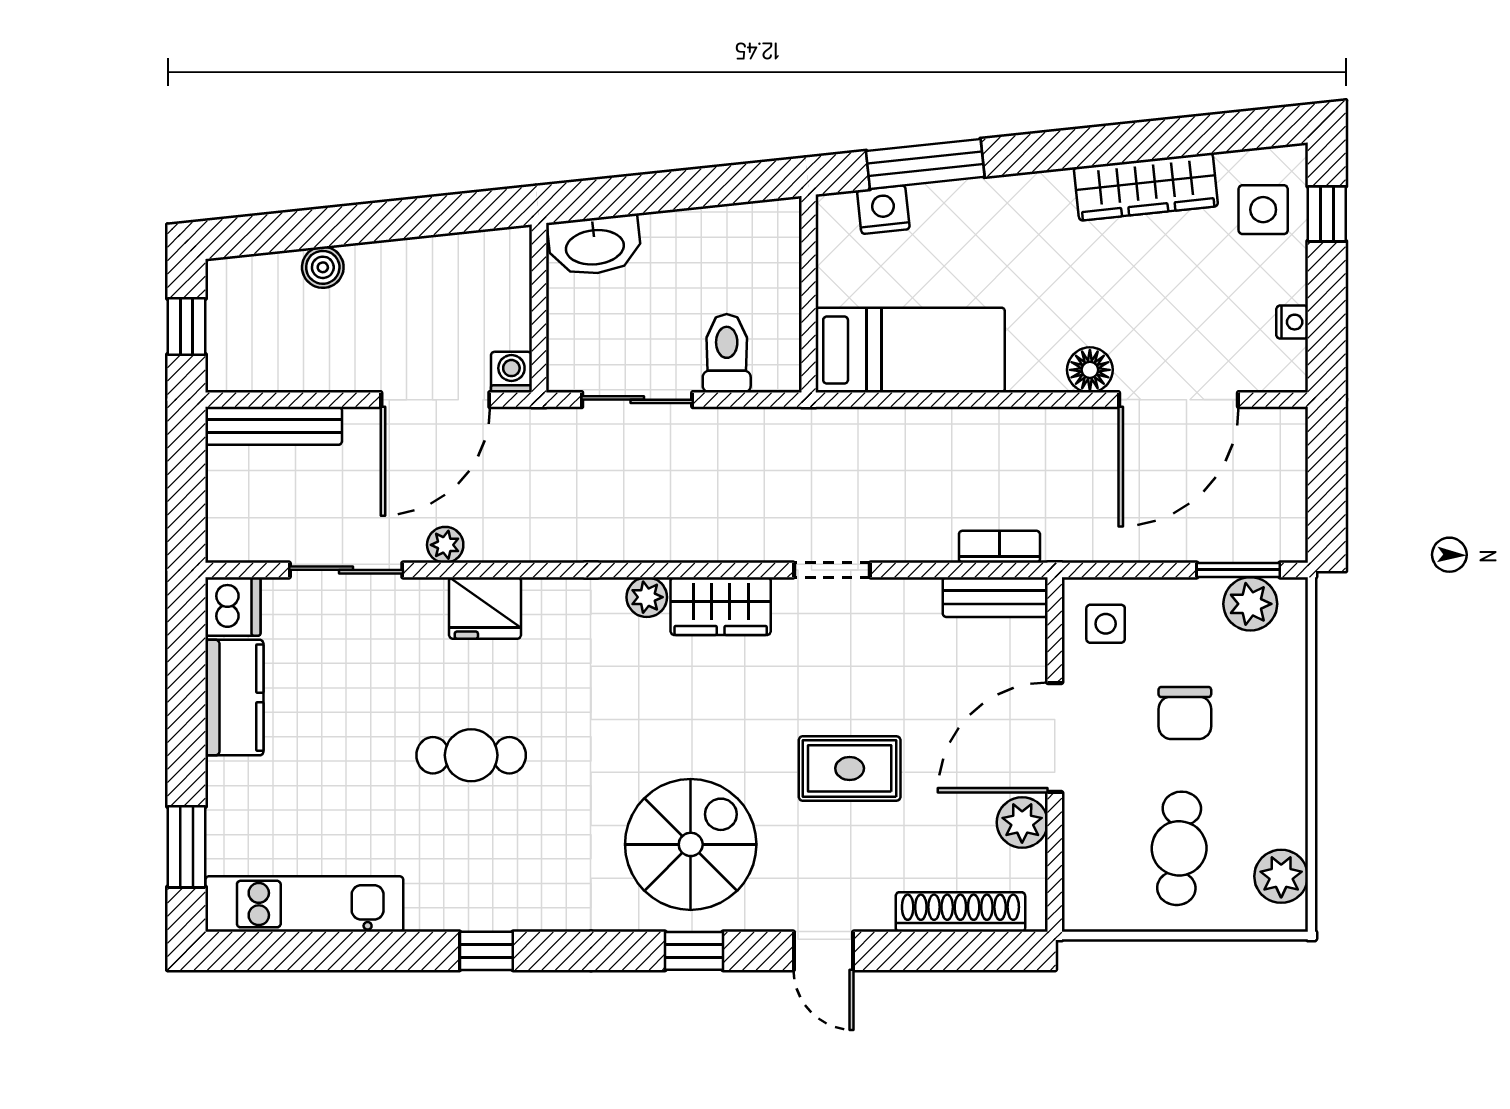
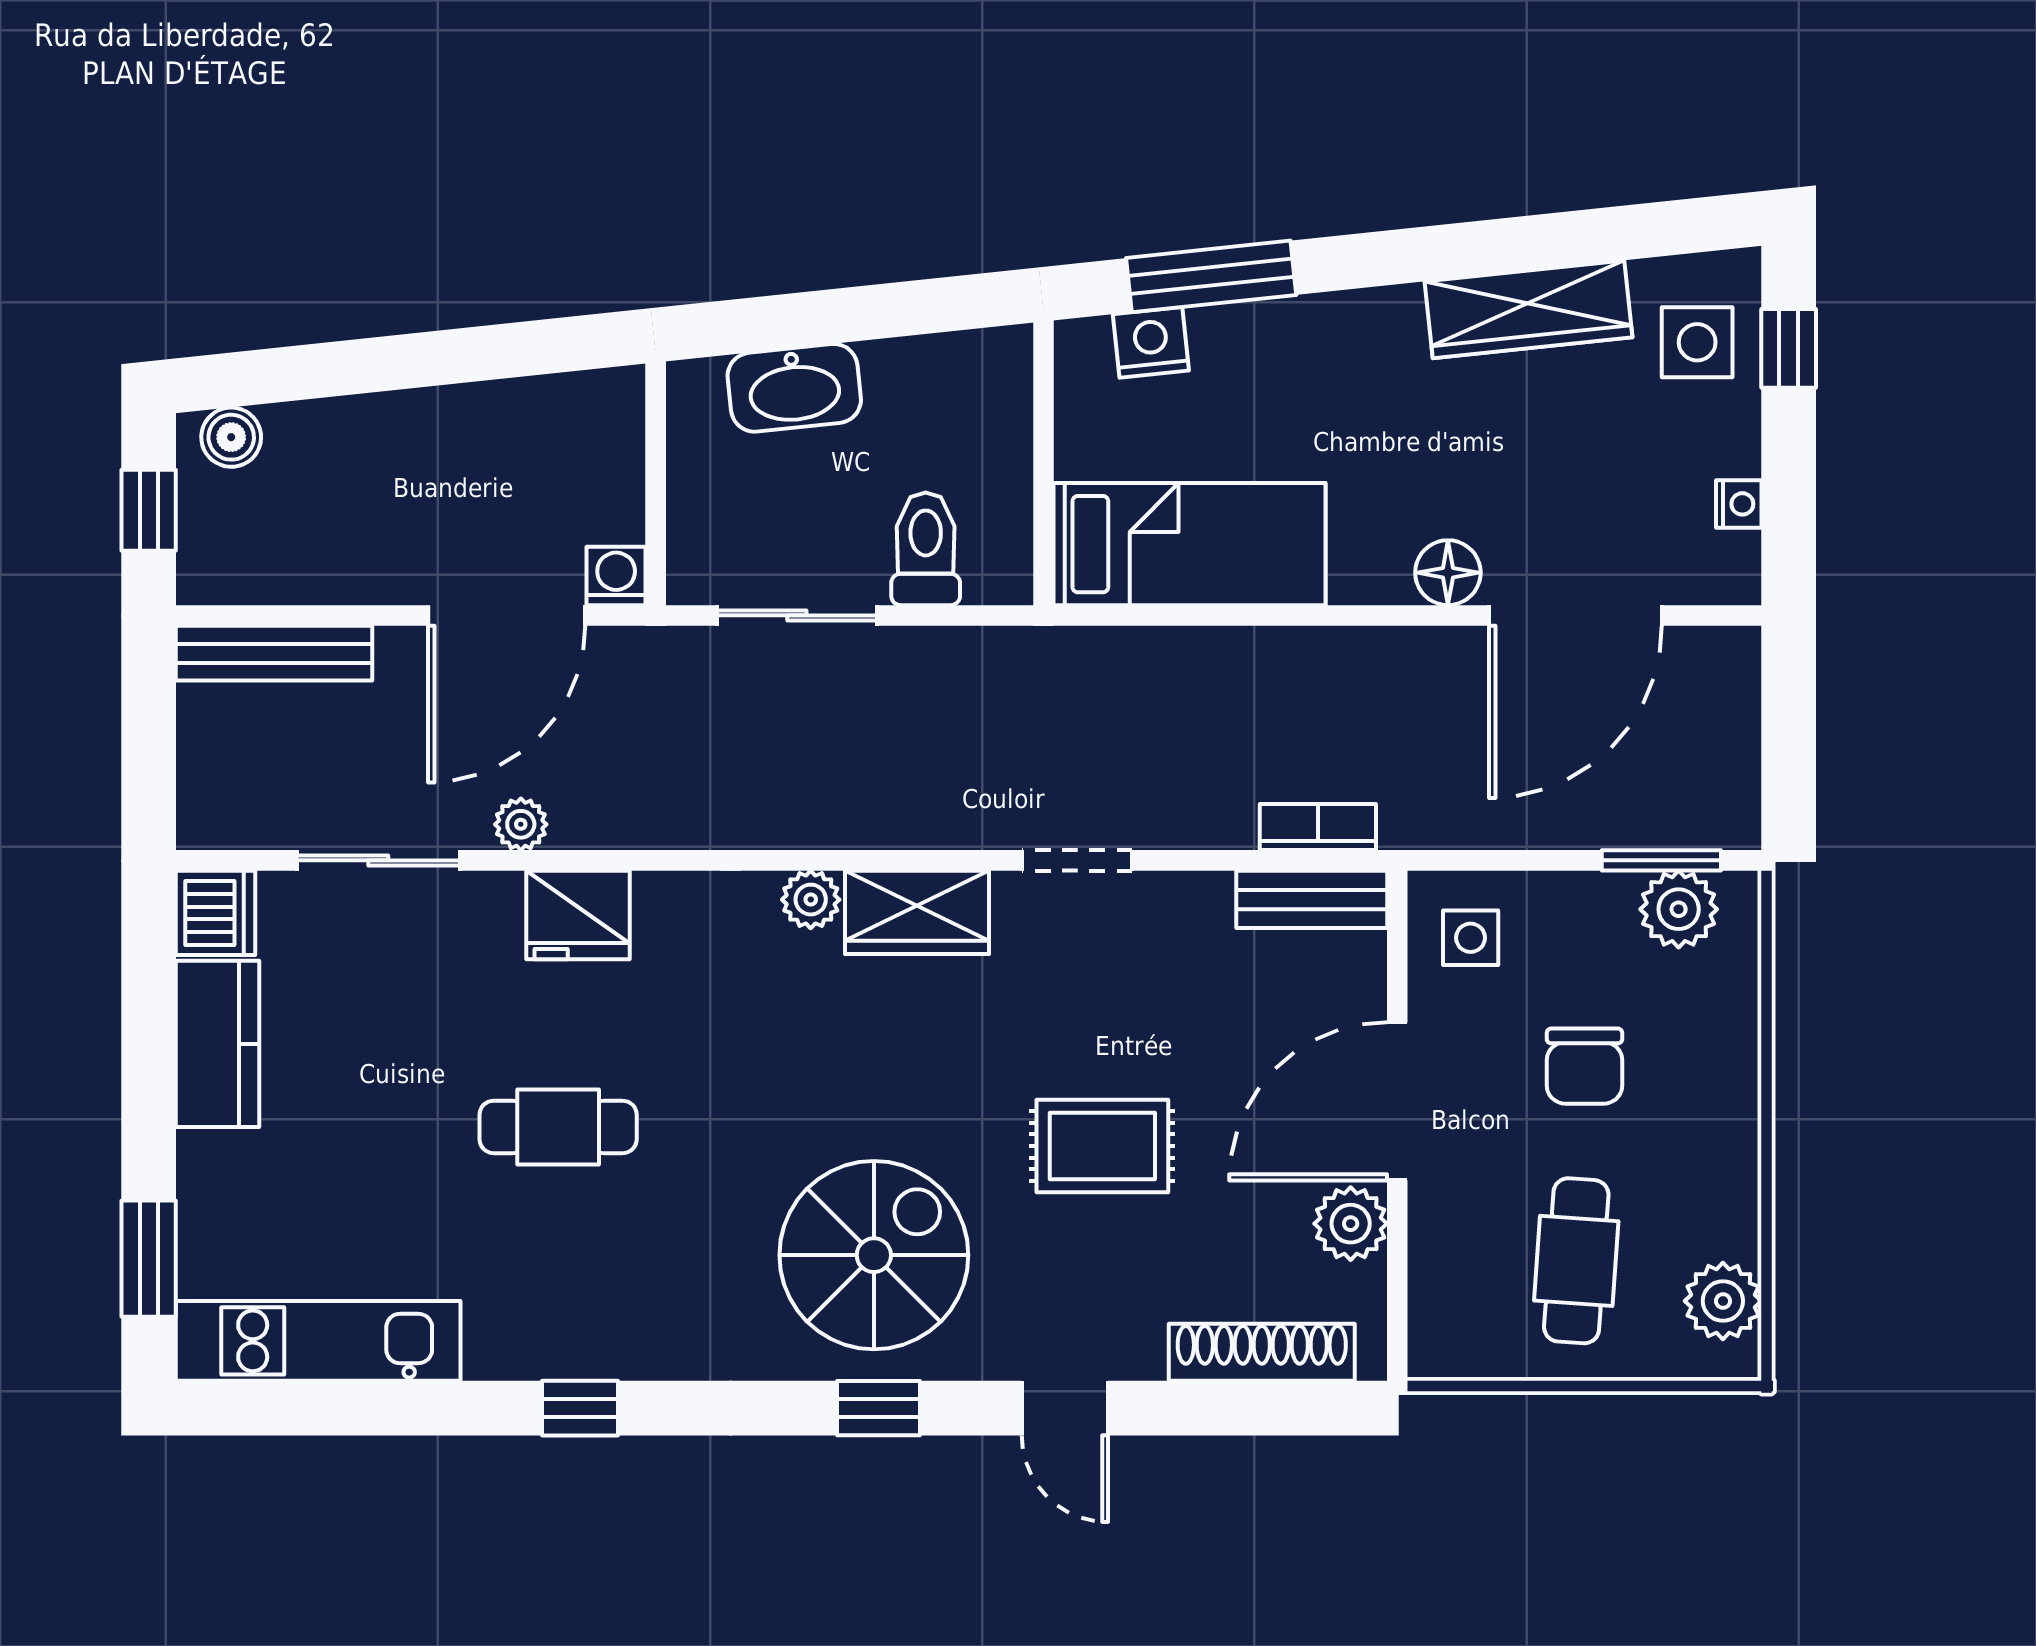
washbasin: (595, 246) -> (794, 388), moved
boiler: (323, 267) -> (231, 437), moved

